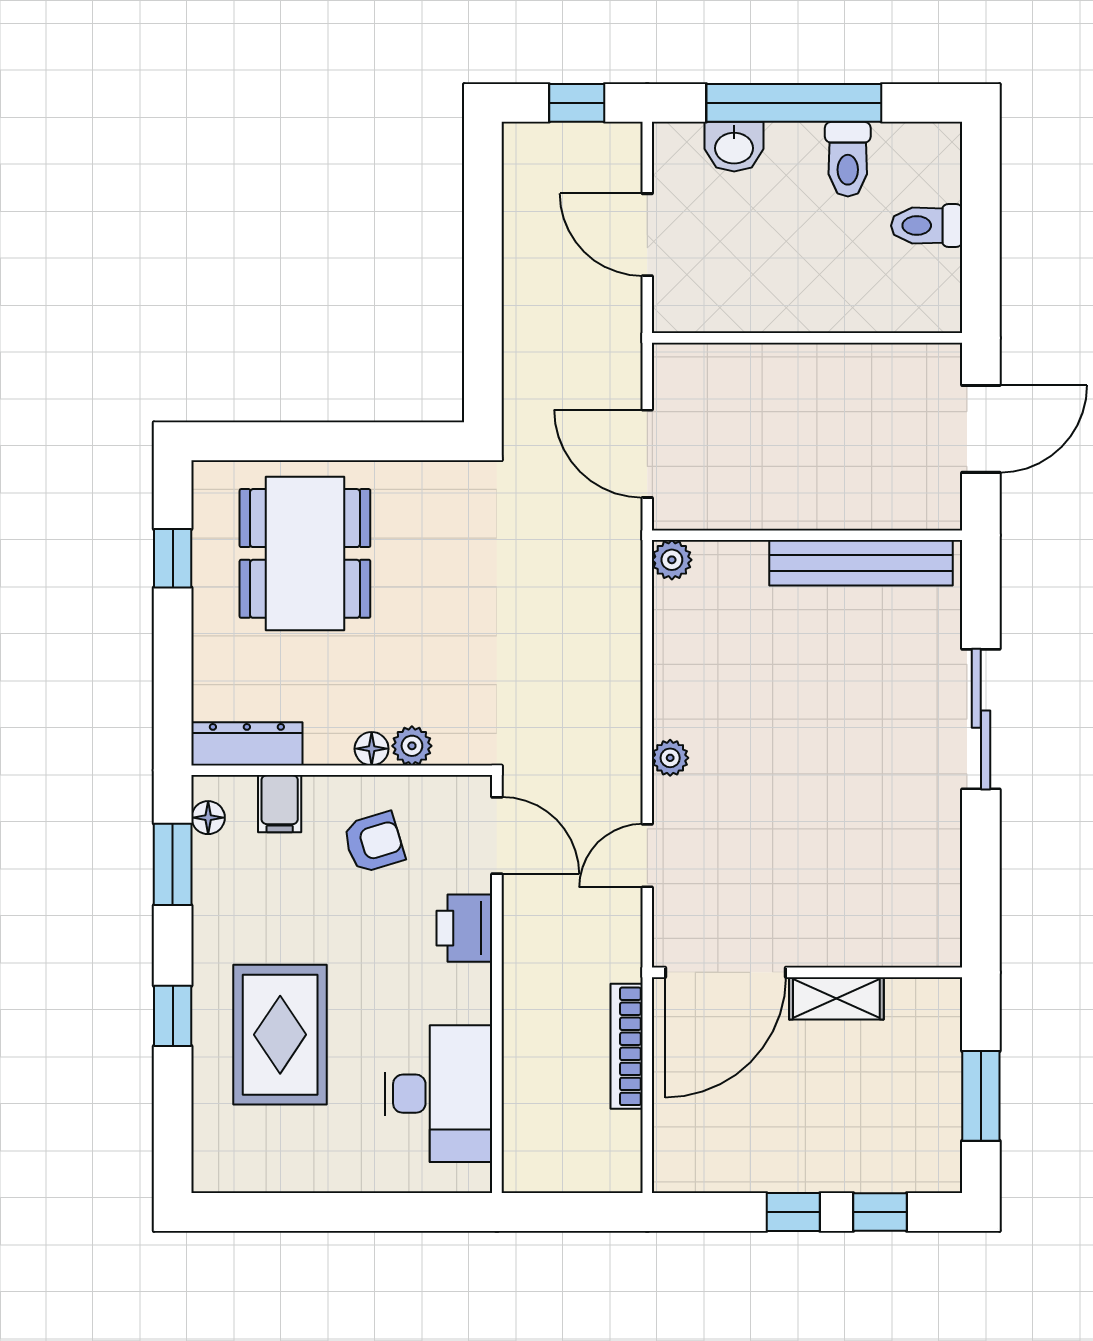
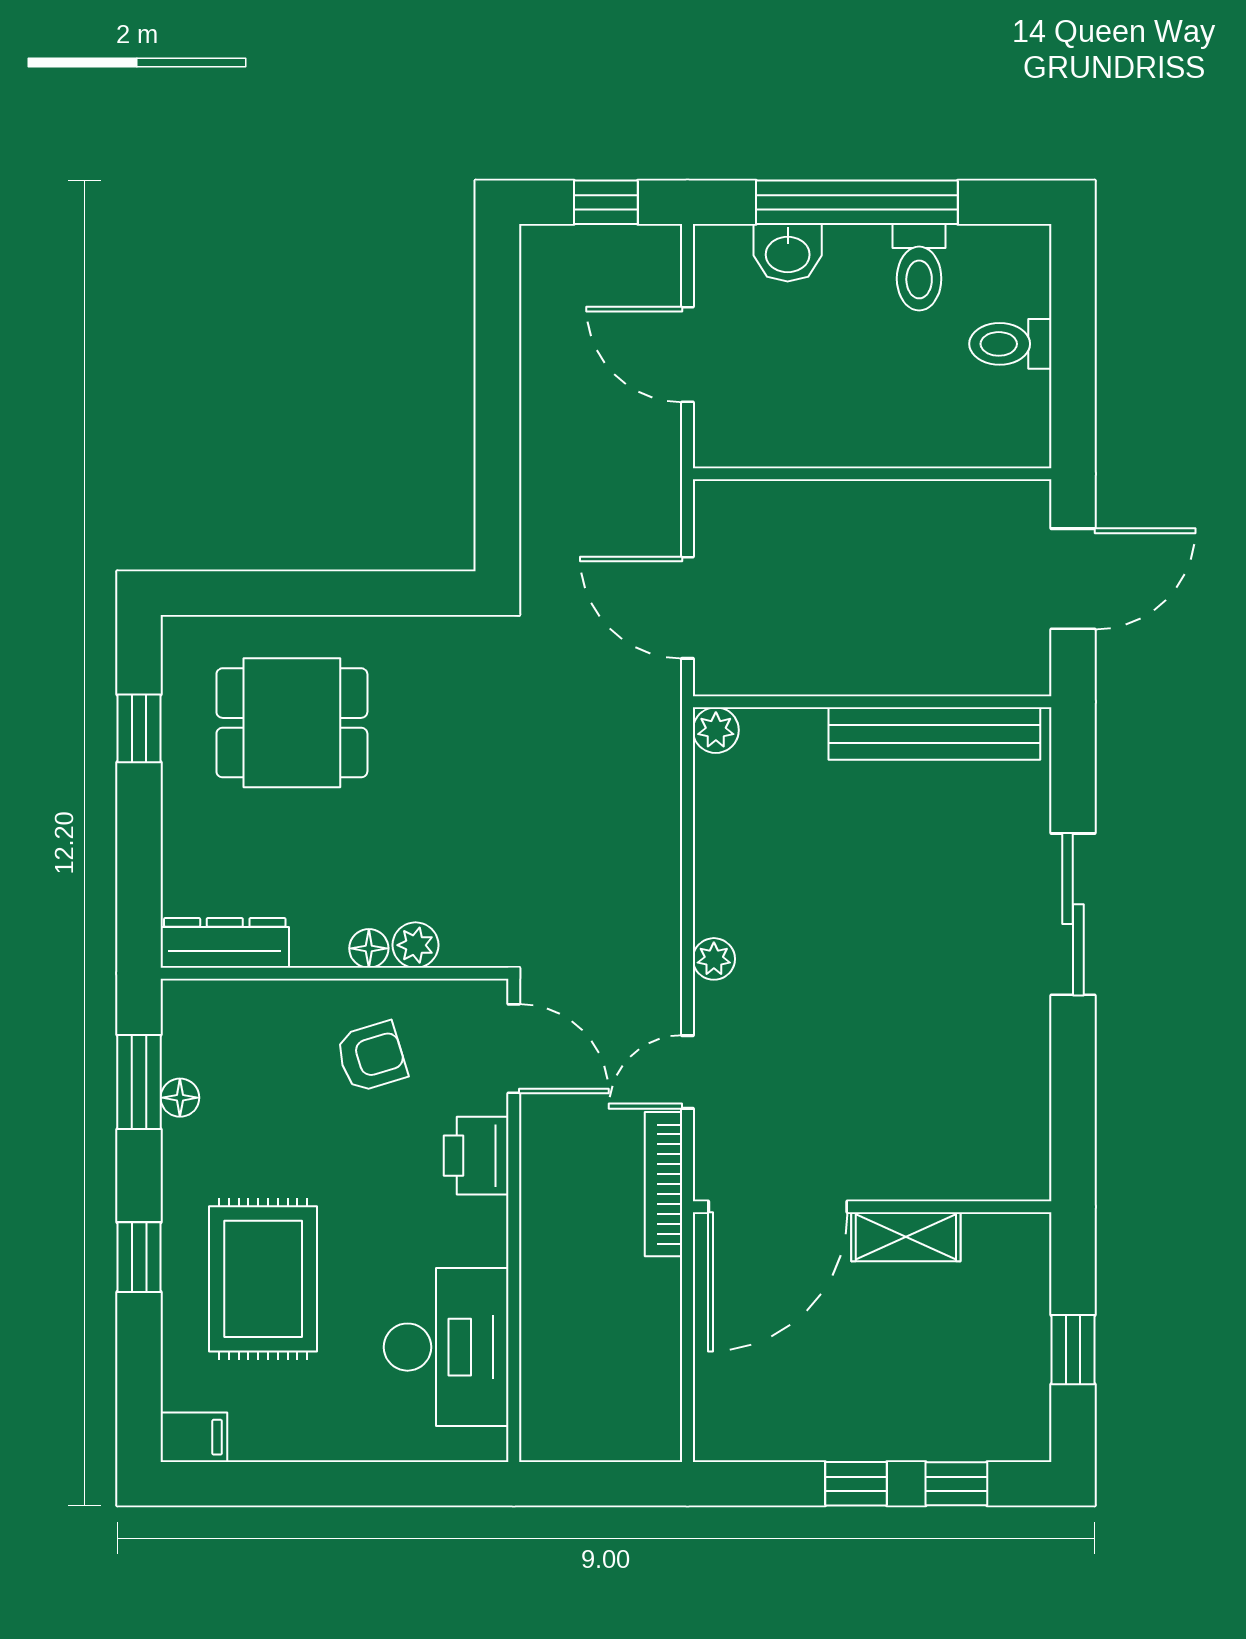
dining table: (305, 553) -> (292, 723), width x0.73
filing cabinet: (280, 804) -> (194, 1437), moved, turned -90
floor lamp: (208, 818) -> (180, 1098), moved
bookcase: (627, 1046) -> (664, 1184), moved
window: (981, 1096) -> (1073, 1350), width x0.67

